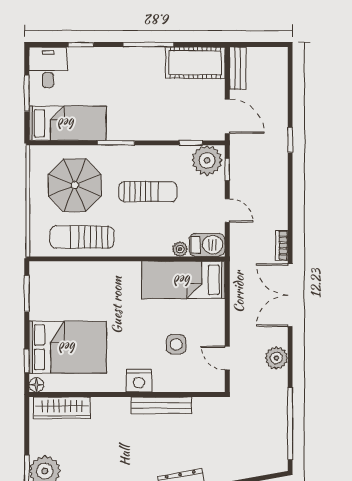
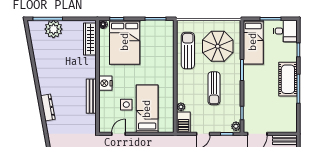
cot: (195, 63) -> (288, 79), moved
plant: (207, 160) -> (236, 126), width x0.53, depth x0.53
bed: (183, 280) -> (147, 109), moved

